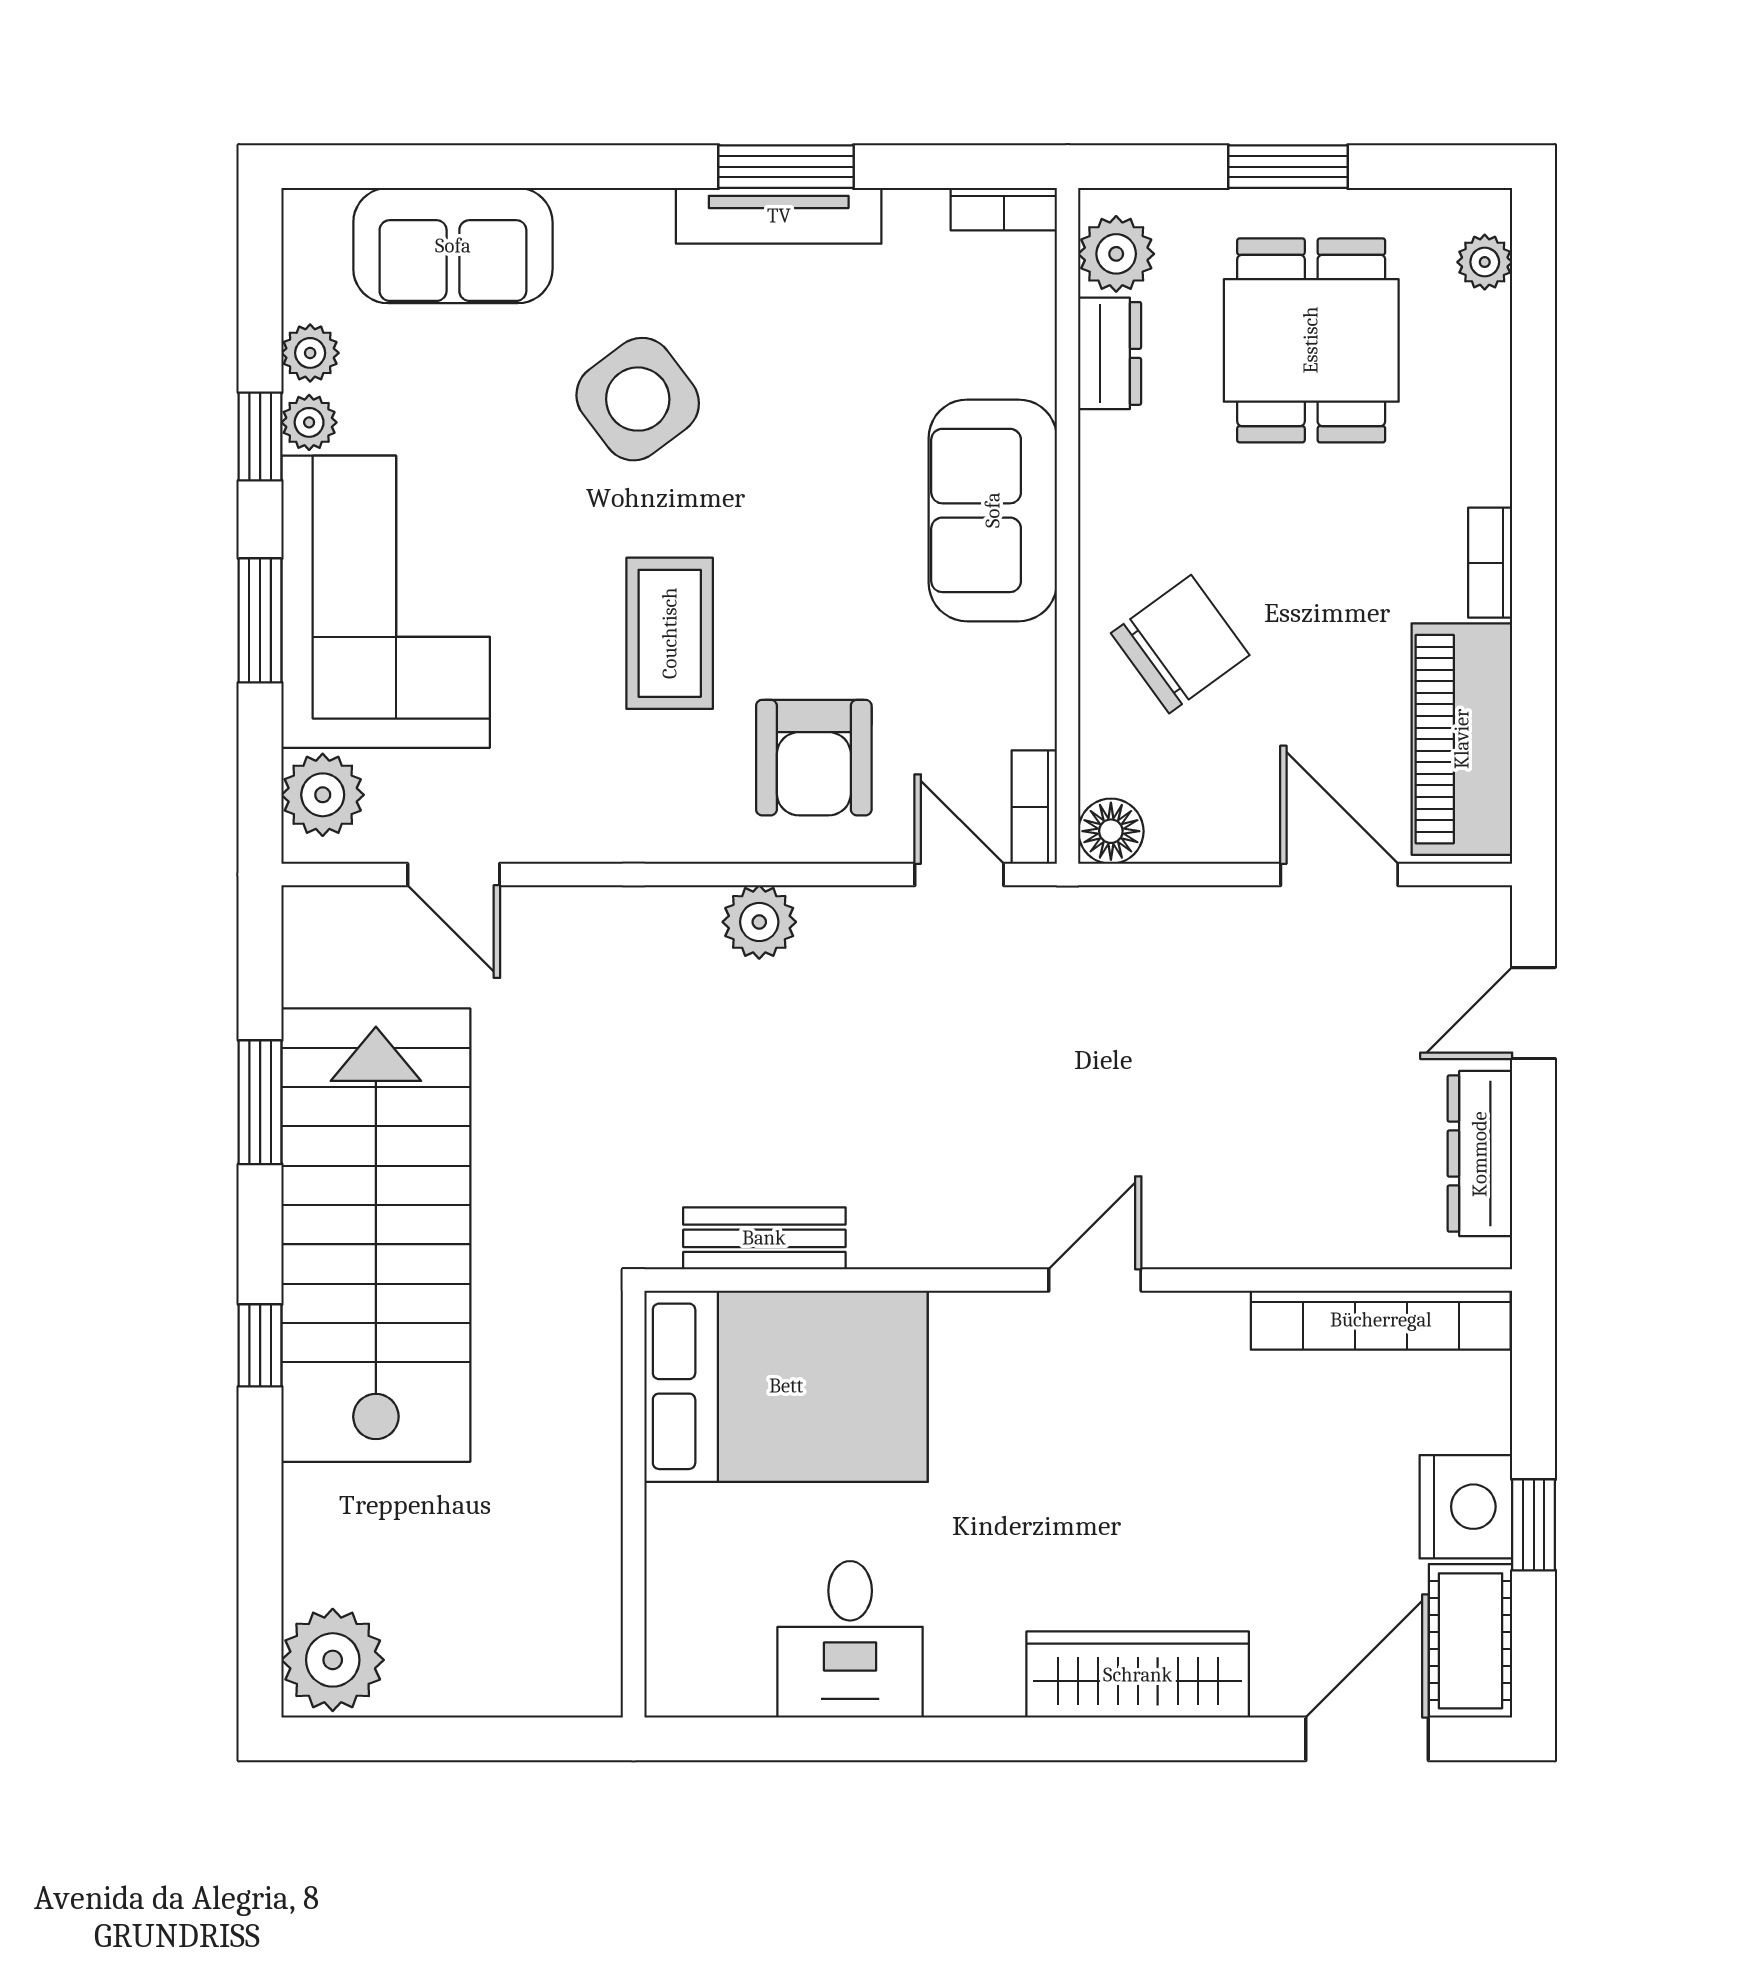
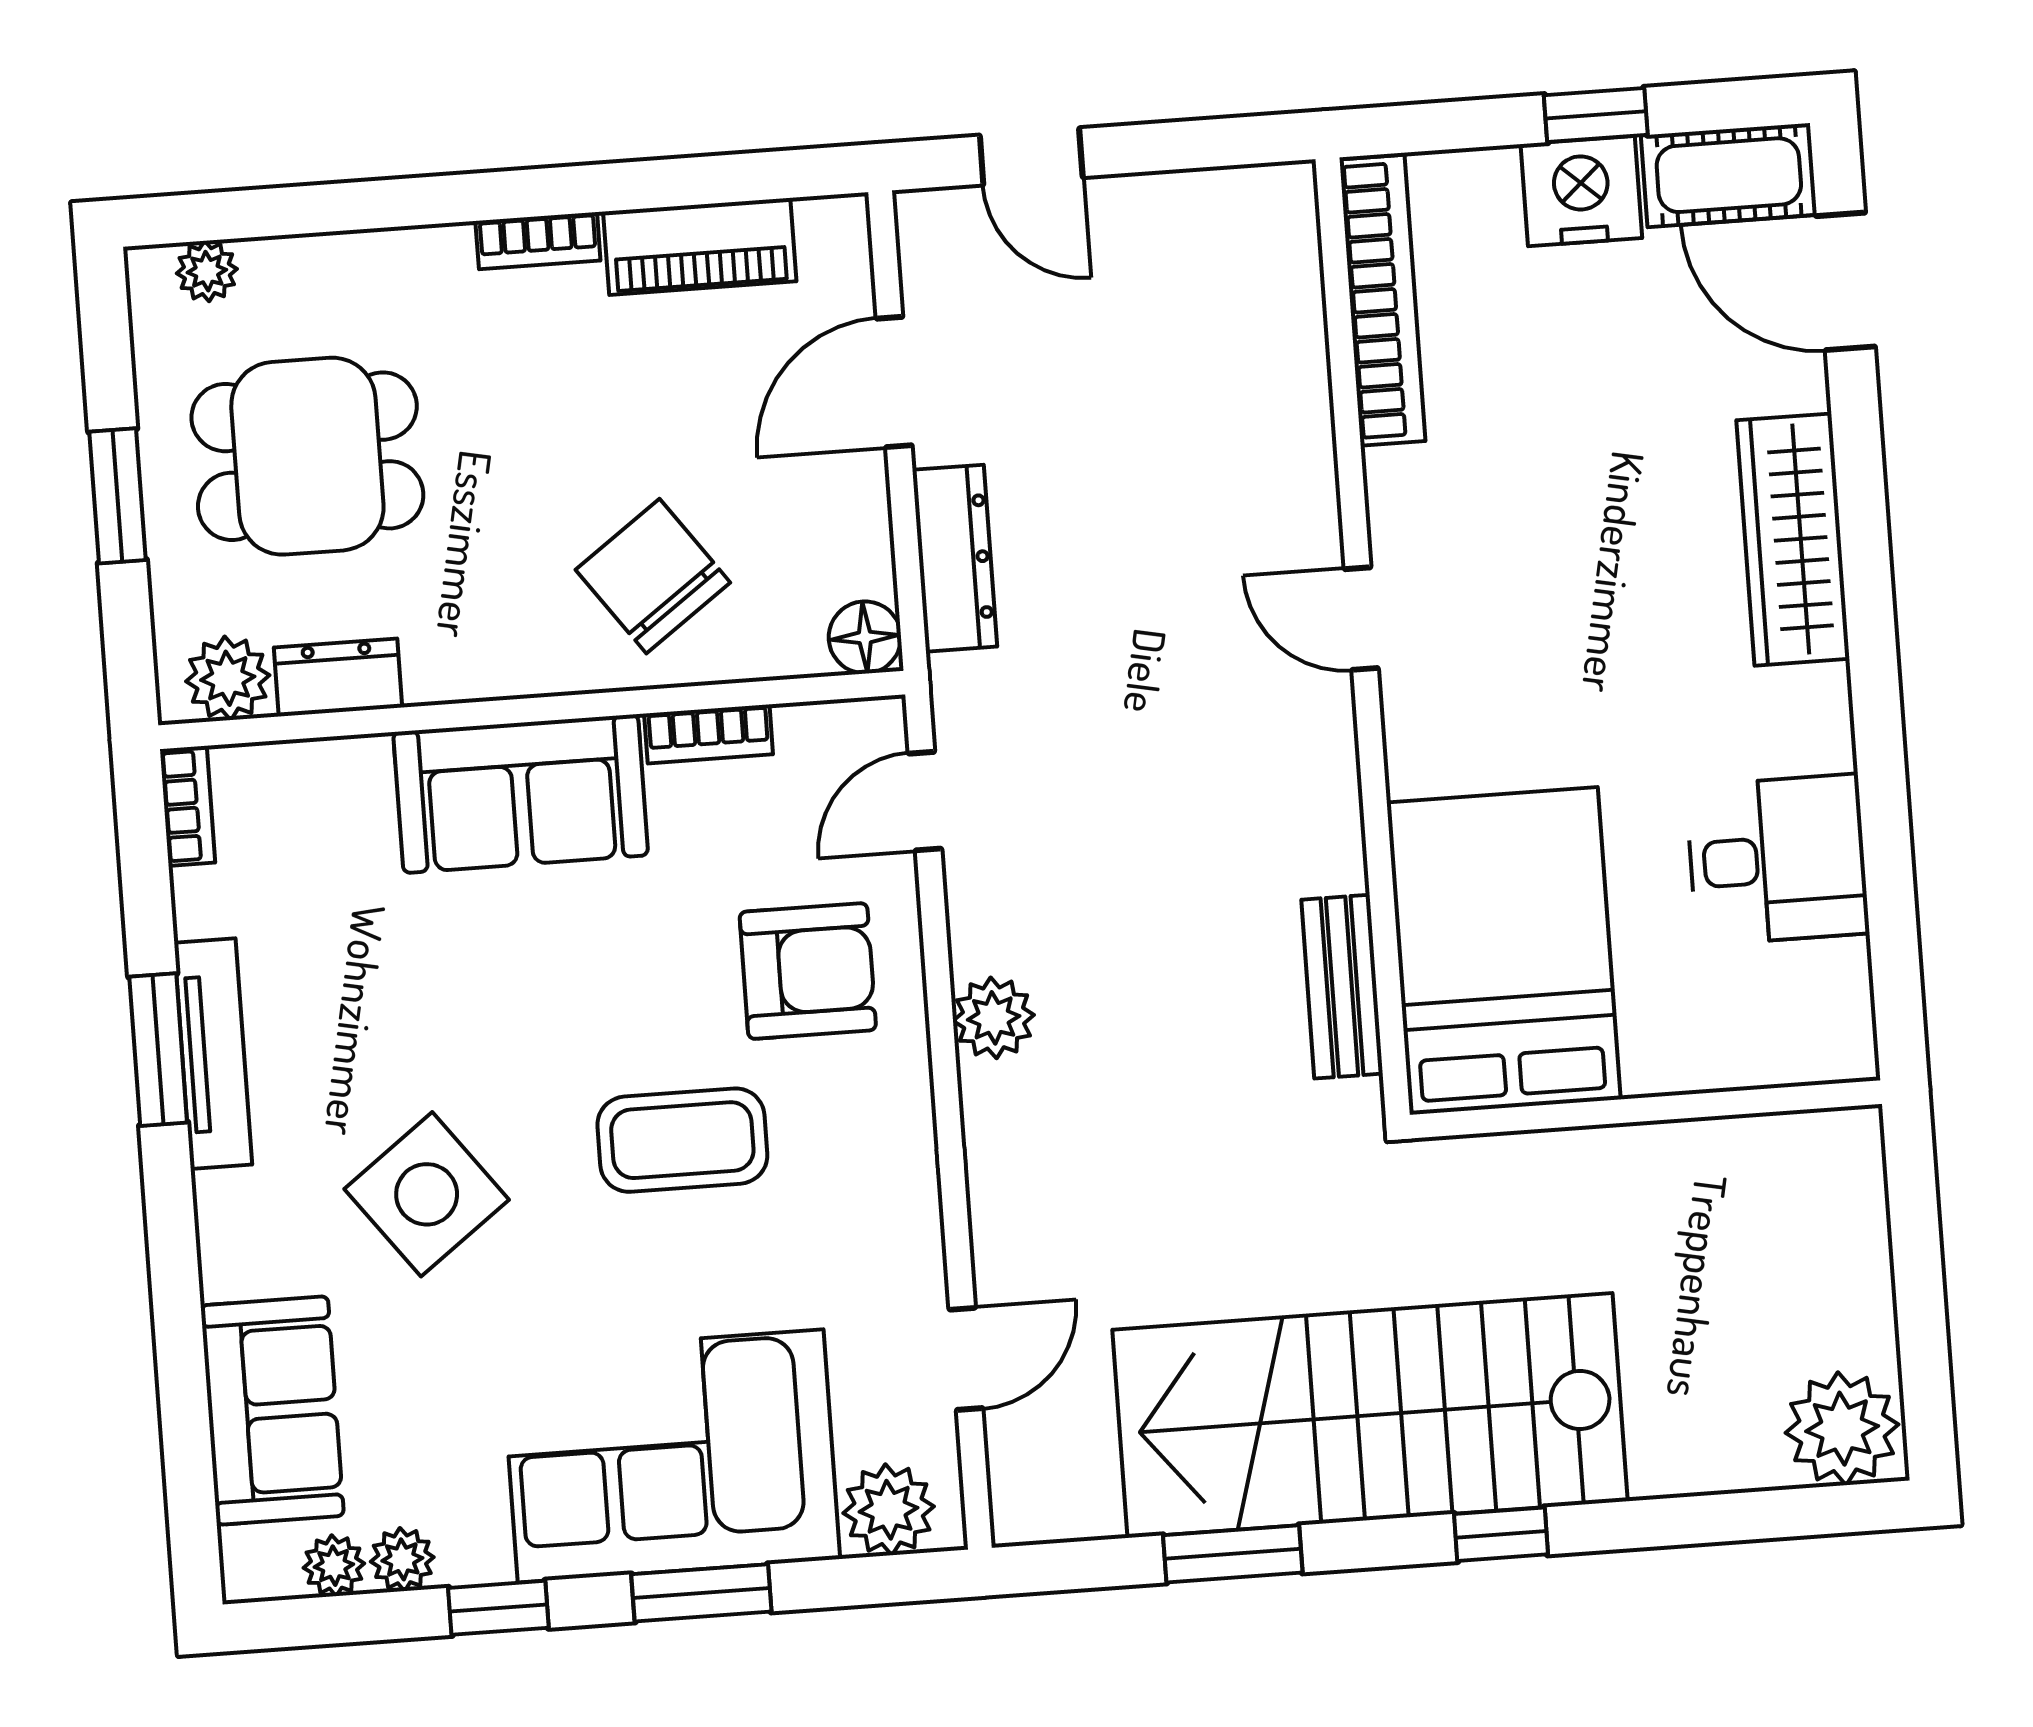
plant: (309, 422) -> (334, 1566), moved
piano: (1462, 739) -> (700, 246), width x0.73, depth x0.75
bookcase: (1034, 807) -> (709, 734), moved
dresser: (1480, 1154) -> (955, 558), moved, turned -90

